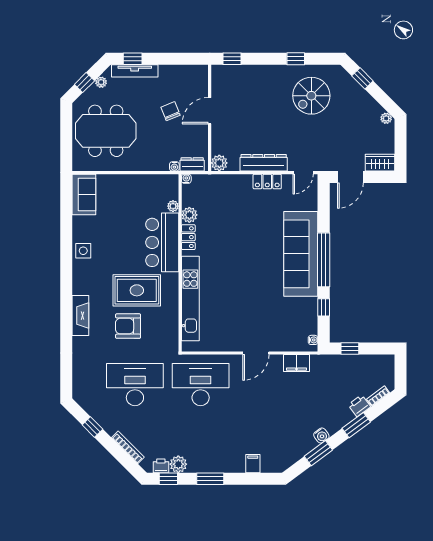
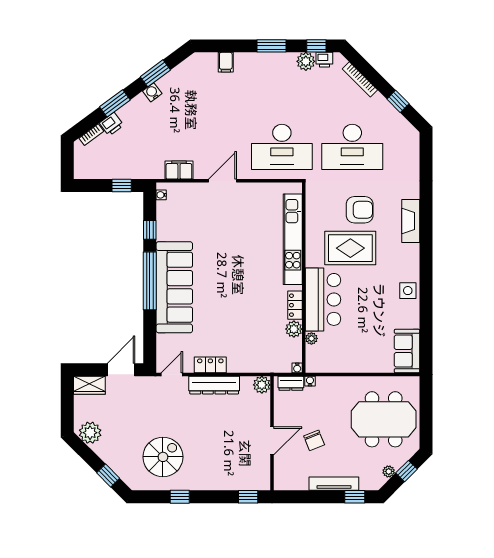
tv unit: (135, 71) -> (334, 484), moved
plant: (386, 118) -> (90, 433), width x1.88, depth x1.88

